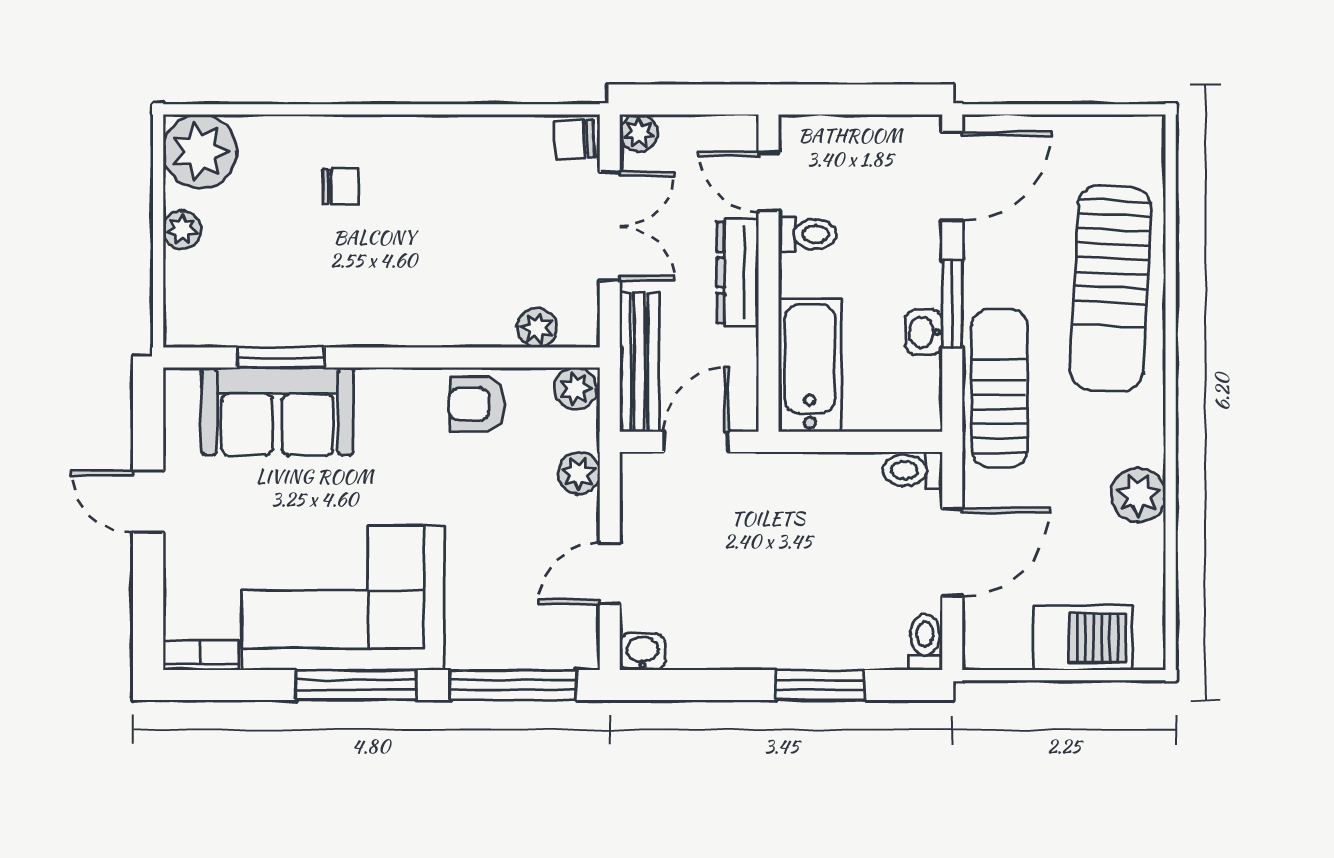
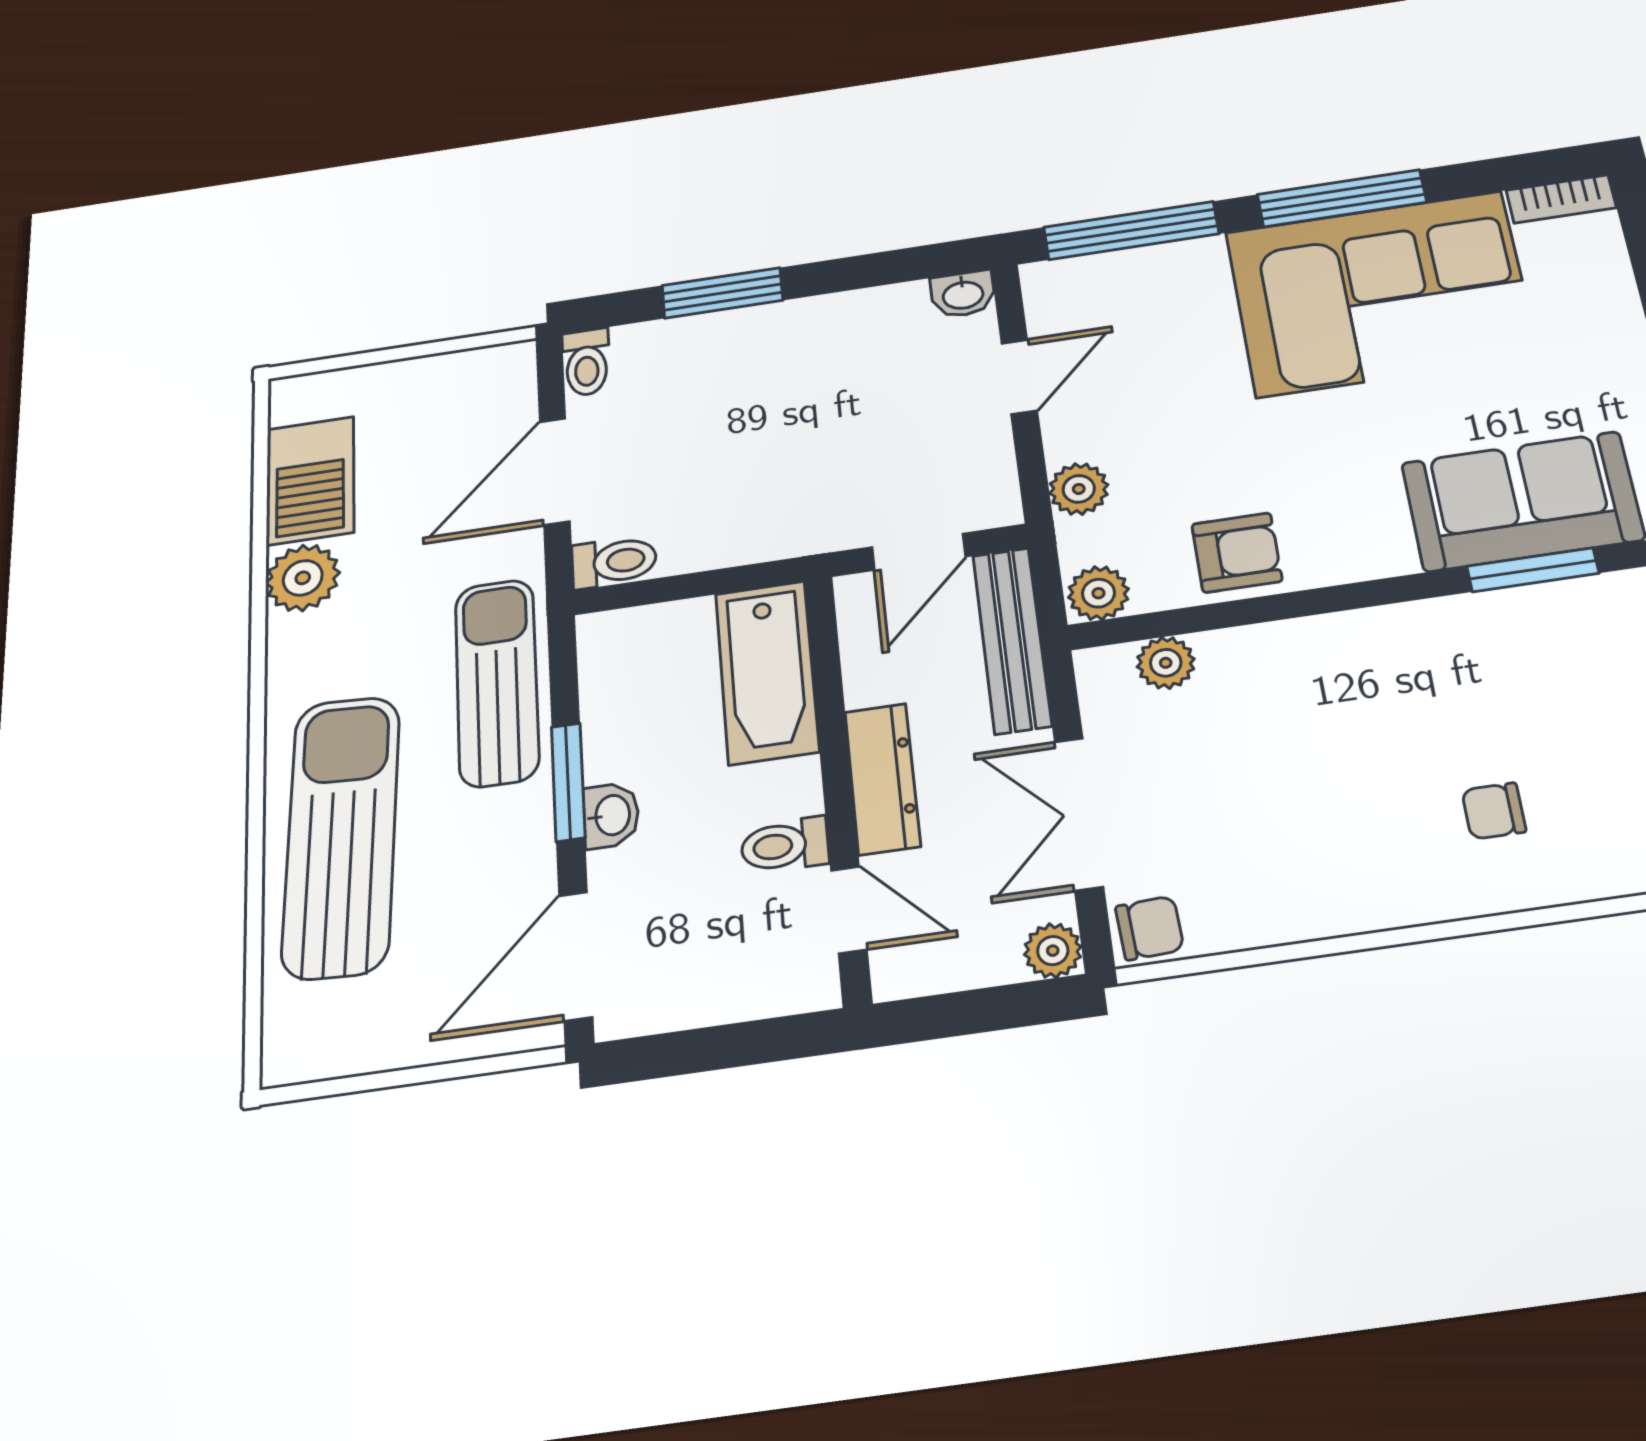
washbasin: (924, 332) -> (611, 815), moved
sun lounger: (1000, 388) -> (497, 682), turned 180
barbecue: (1082, 638) -> (310, 480), moved, turned -90

